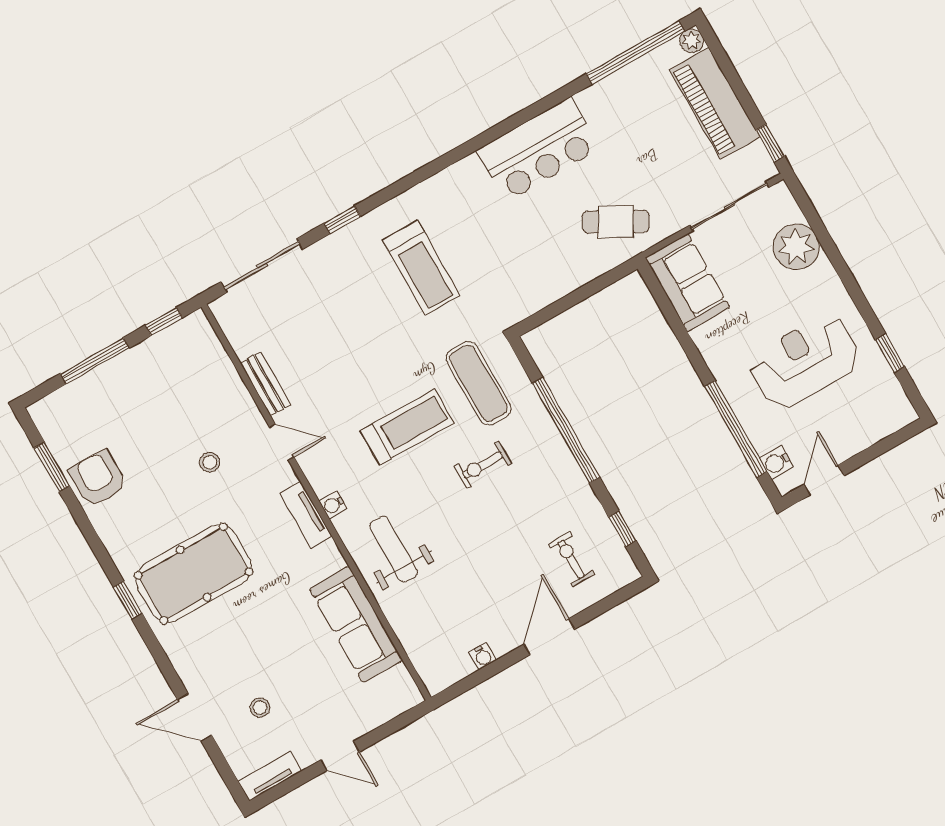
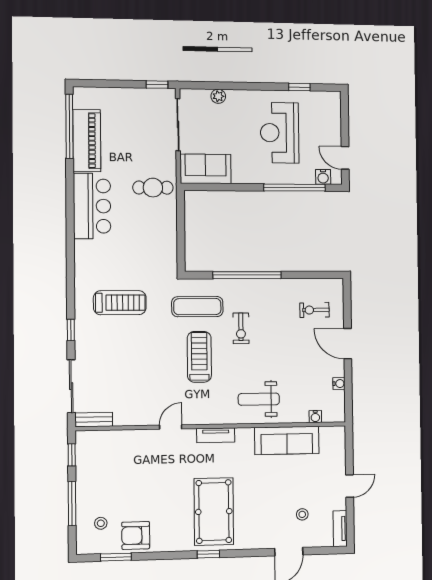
plant: (692, 41) -> (80, 94), removed
piano: (715, 103) -> (87, 141), moved, turned -90
cafe table: (616, 222) -> (153, 188), turned 61
plant: (796, 247) -> (218, 96), width x0.53, depth x0.53
bench: (265, 384) -> (94, 420), moved
stool: (210, 462) -> (101, 523), moved
water cooler: (333, 505) -> (315, 417), moved
window: (622, 529) -> (313, 275), removed

